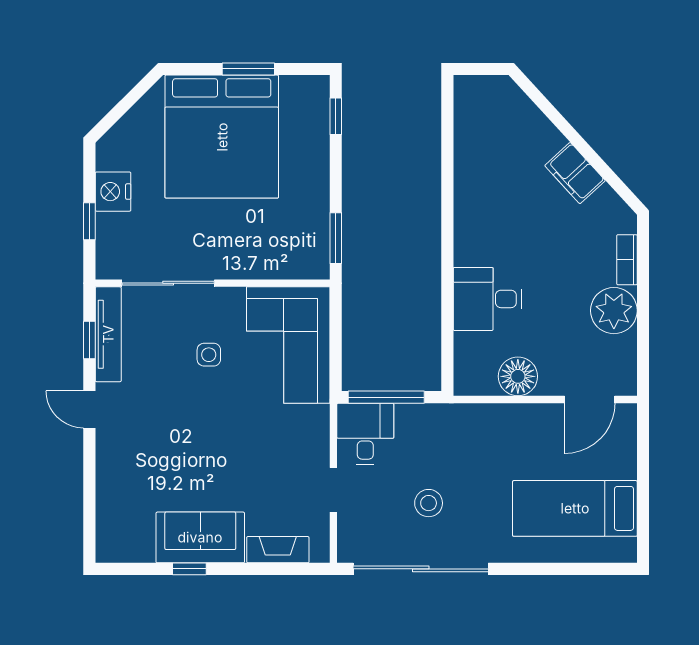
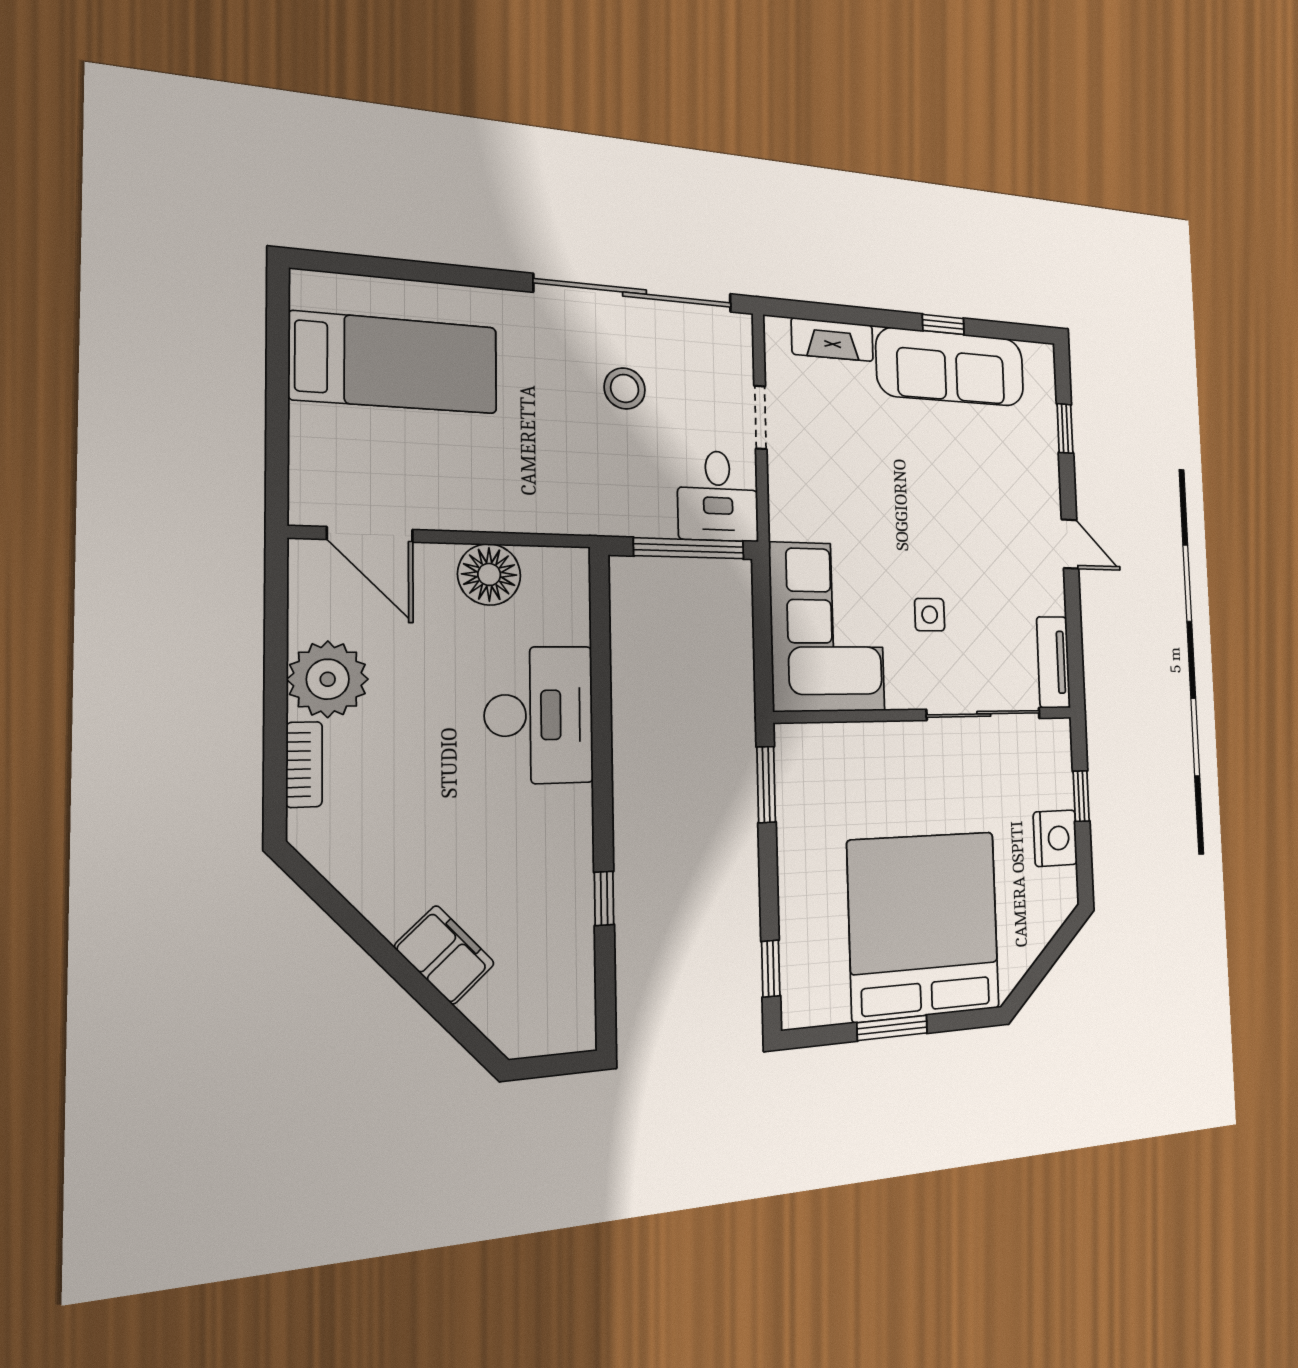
window: (447, 170) -> (604, 898), added
filing cabinet: (575, 173) -> (445, 955), moved
desk: (487, 299) -> (539, 715), width x1.37
tv unit: (108, 334) -> (1053, 662), width x0.71
window: (89, 340) -> (1065, 428), moved
door: (590, 399) -> (370, 534), swing flipped
sofa: (200, 537) -> (951, 367), width x1.36

